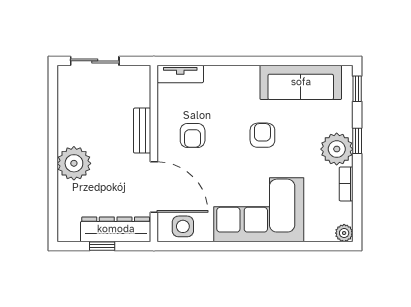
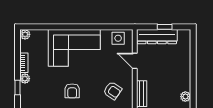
armchair: (193, 136) -> (112, 91), turned 124
plant: (337, 149) -> (25, 79), width x0.53, depth x0.53
plant: (74, 163) -> (185, 97), moved, width x0.53, depth x0.53
door: (154, 187) -> (135, 61), width x0.53

